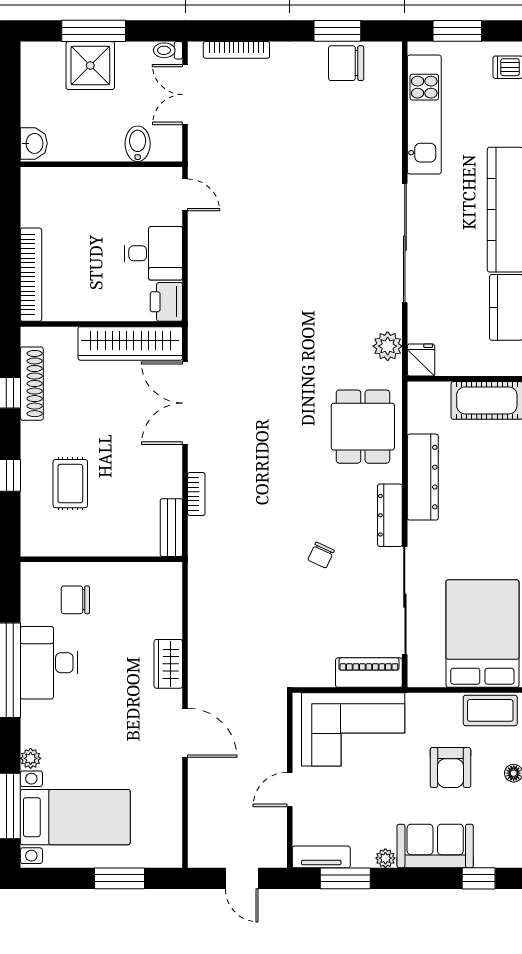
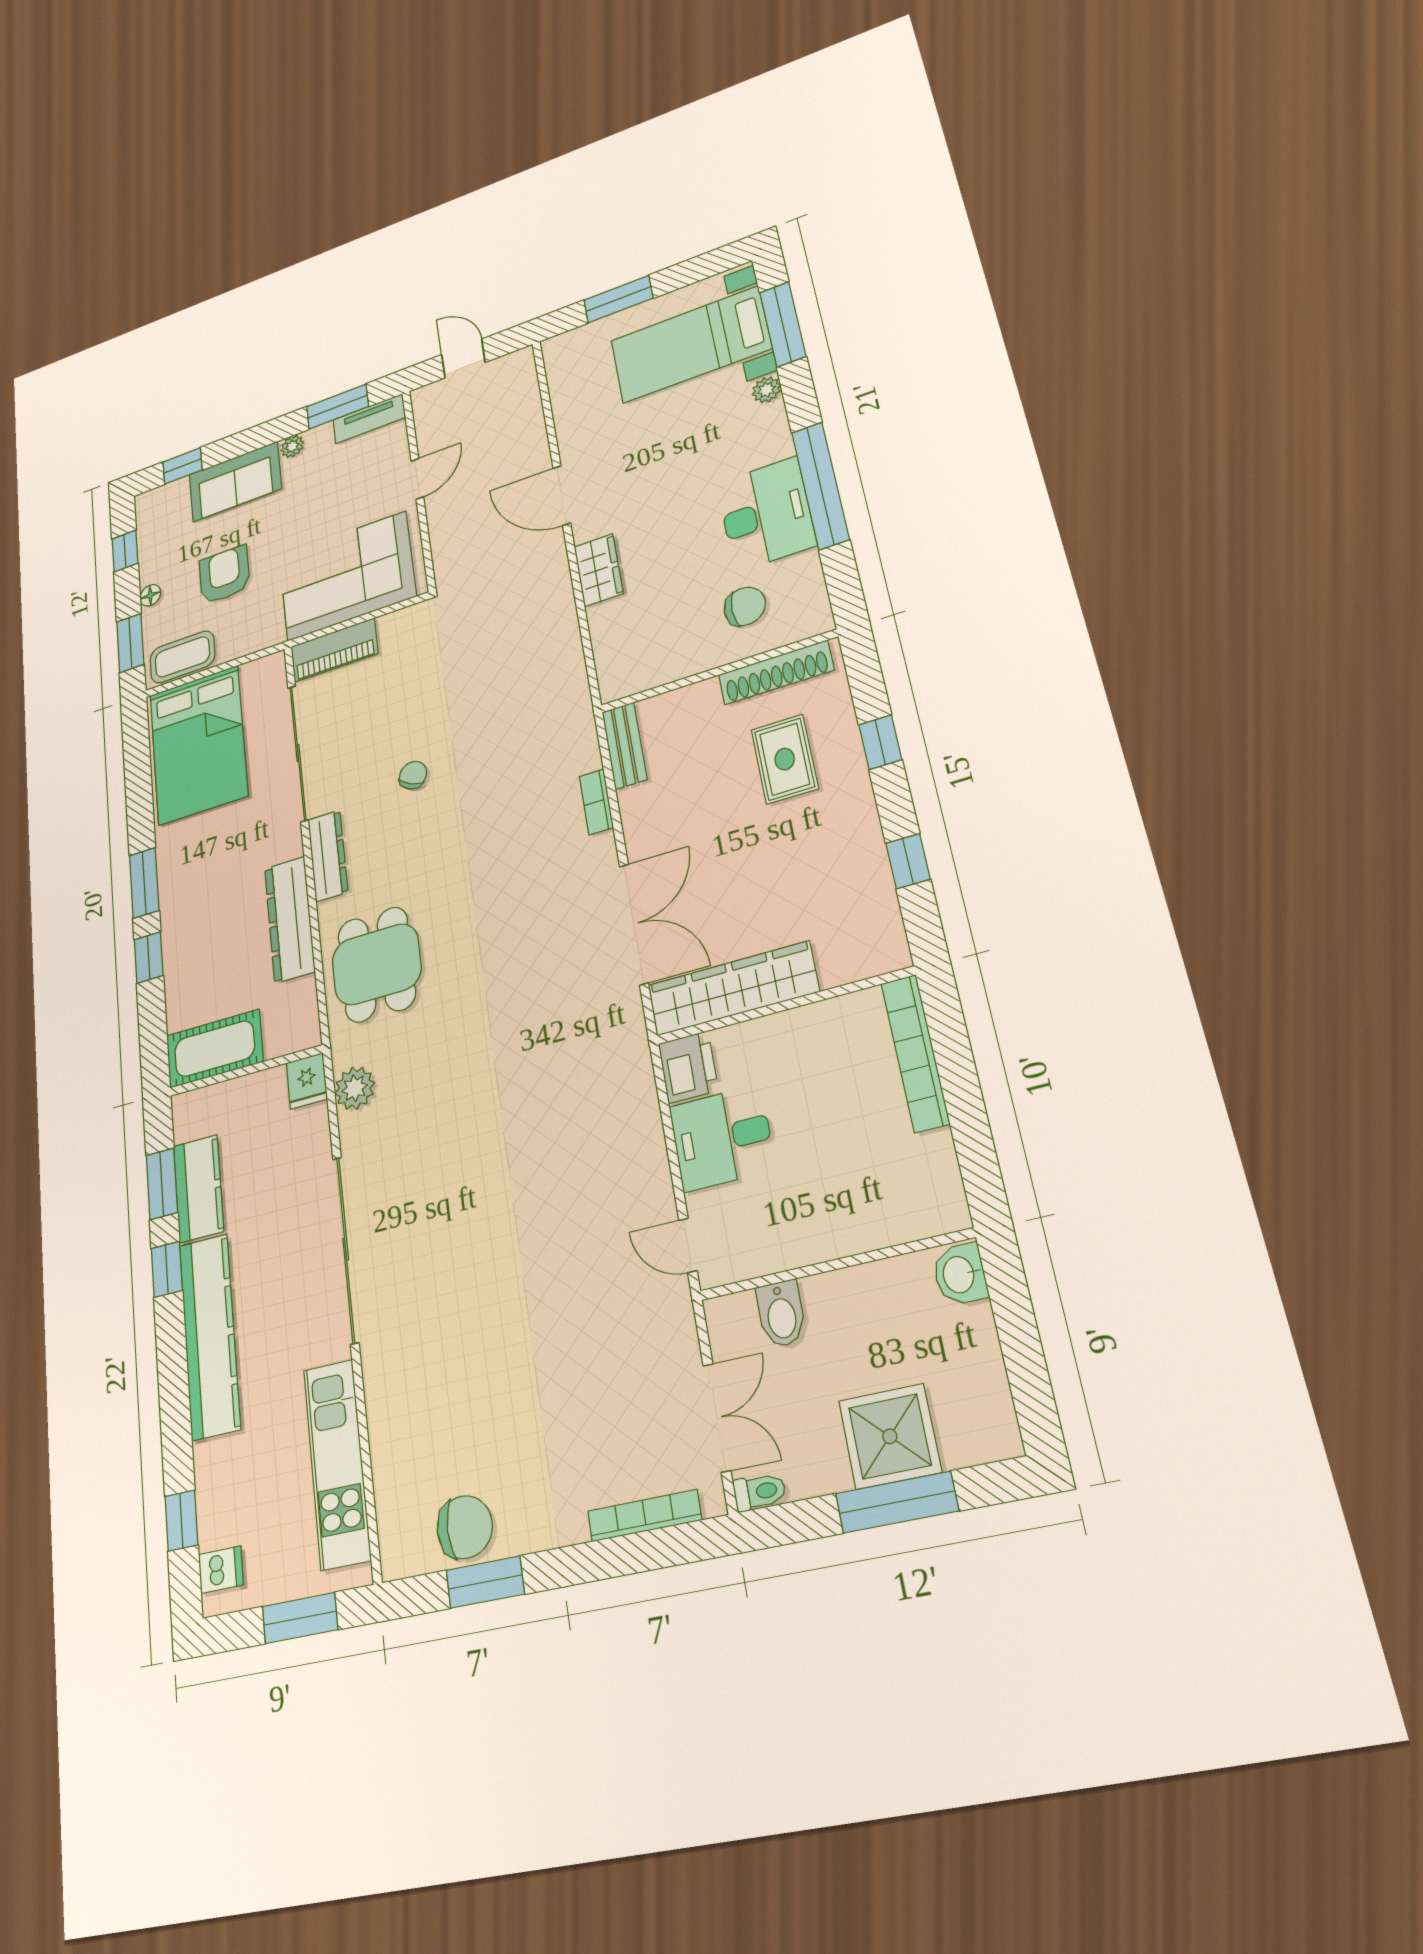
shoe rack: (32, 384) -> (776, 672), moved, turned -90

